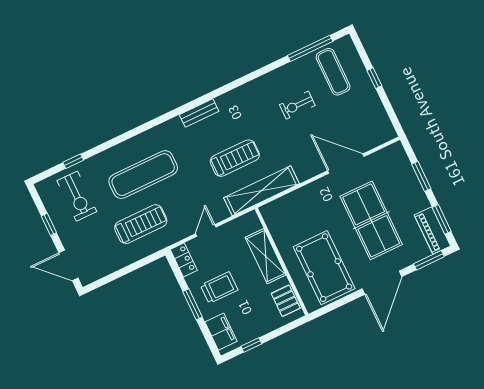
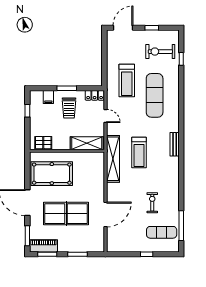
shelving: (266, 256) -> (87, 143), moved
filing cabinet: (221, 332) -> (48, 97), width x0.50

